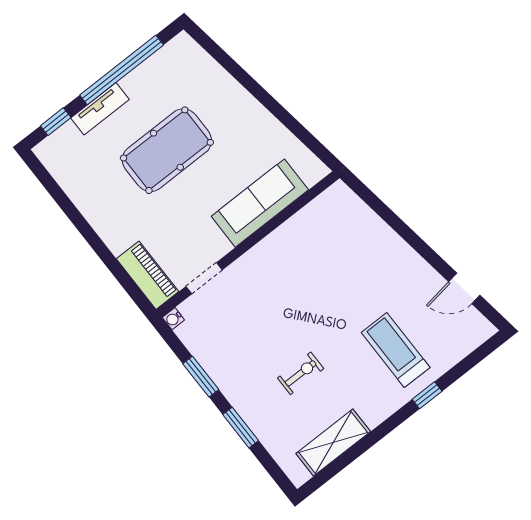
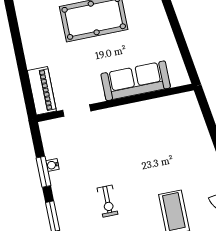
water cooler: (173, 319) -> (52, 165), moved
exercise bike: (301, 373) -> (108, 201), turned 90

